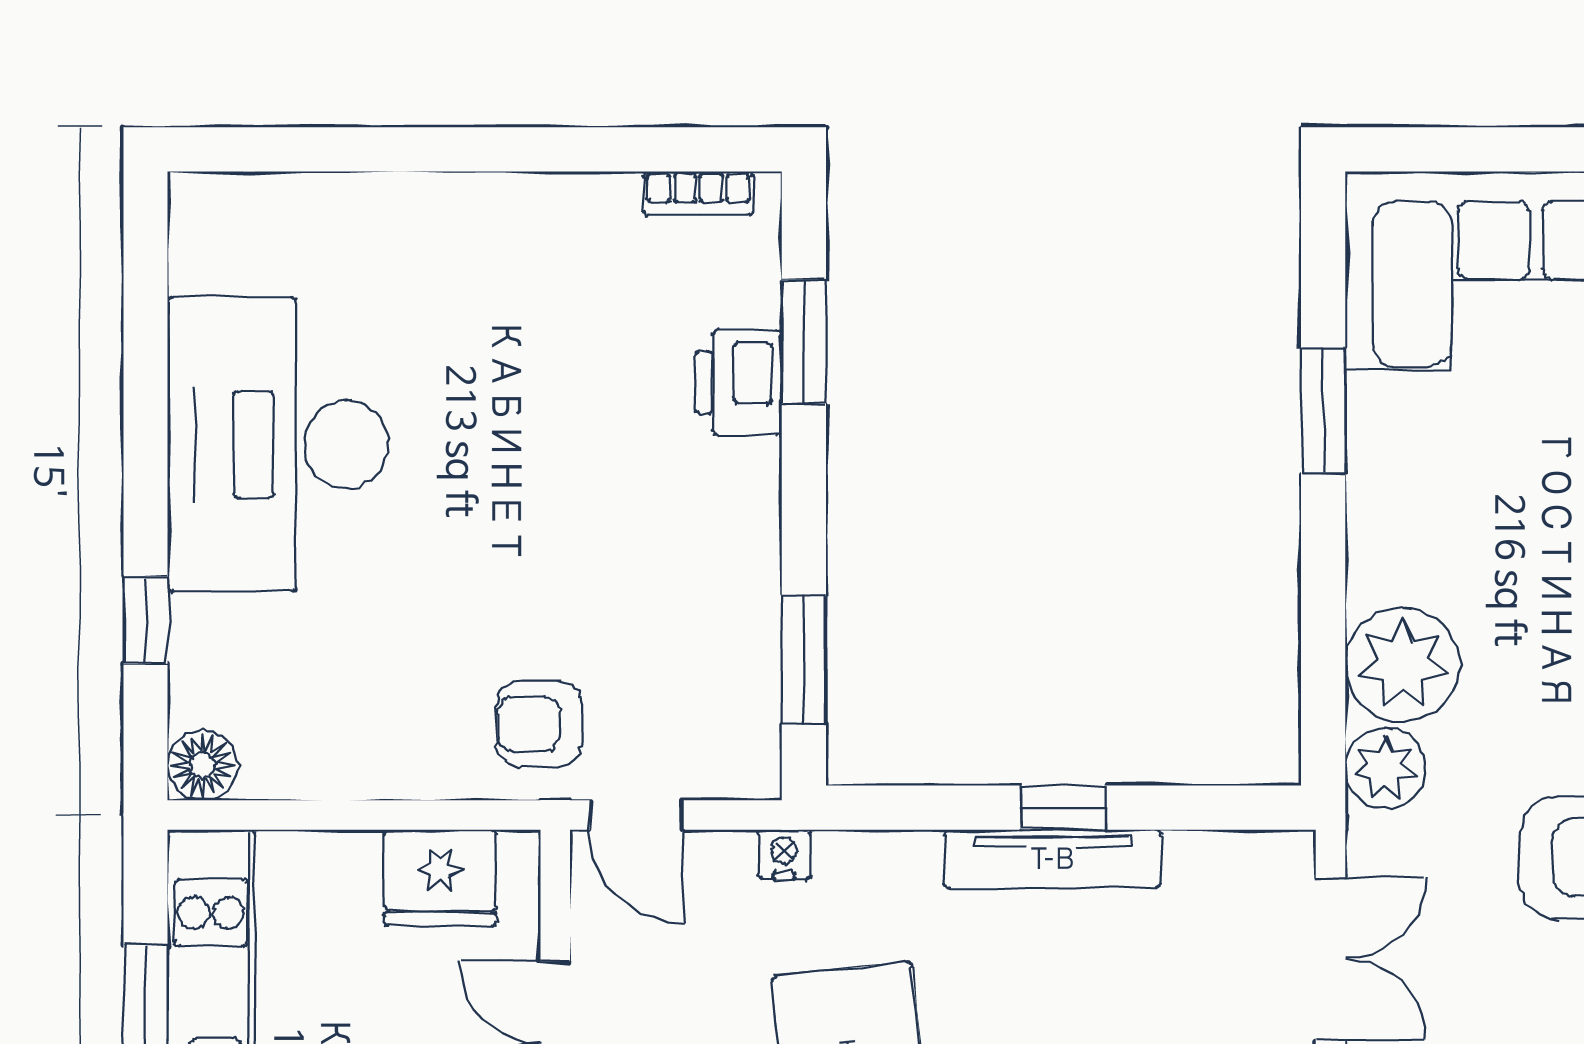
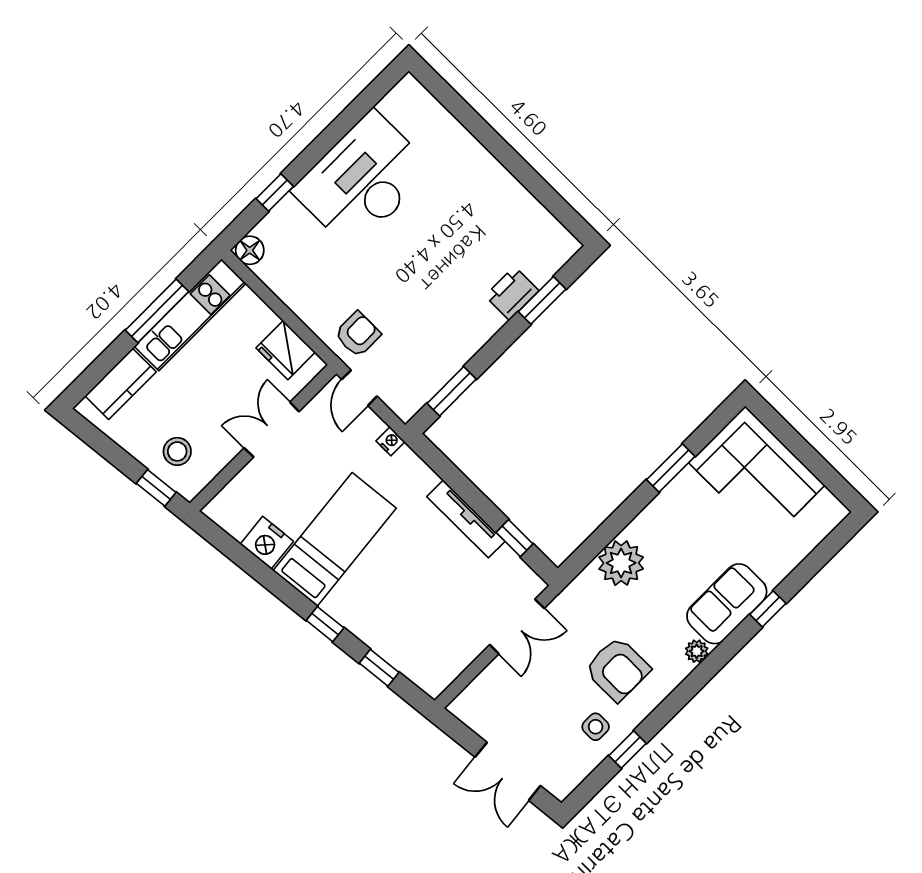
bookcase: (698, 193) -> (554, 228), removed
armchair: (539, 724) -> (358, 334), turned 90
plant: (1385, 768) -> (587, 588), removed
window: (1064, 808) -> (514, 538), moved

